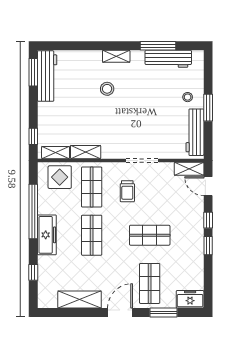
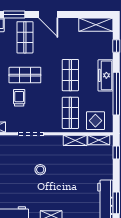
stool: (107, 89) -> (40, 170), moved
trolley: (127, 191) -> (19, 98), moved
shelving: (80, 300) -> (96, 25), moved
door: (120, 313) -> (48, 14), hinge flipped

